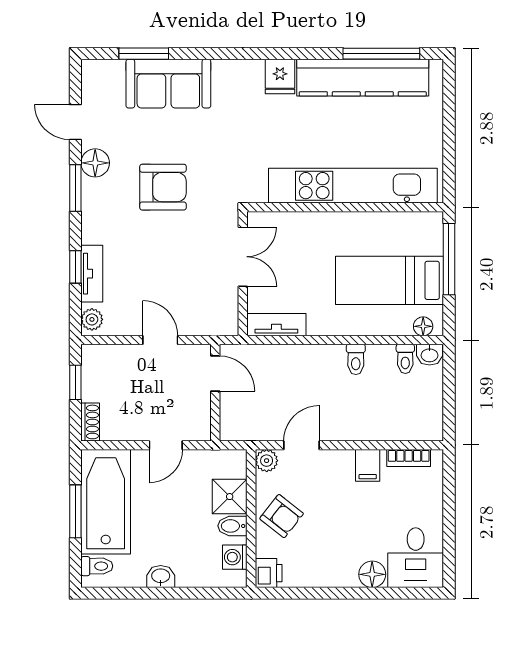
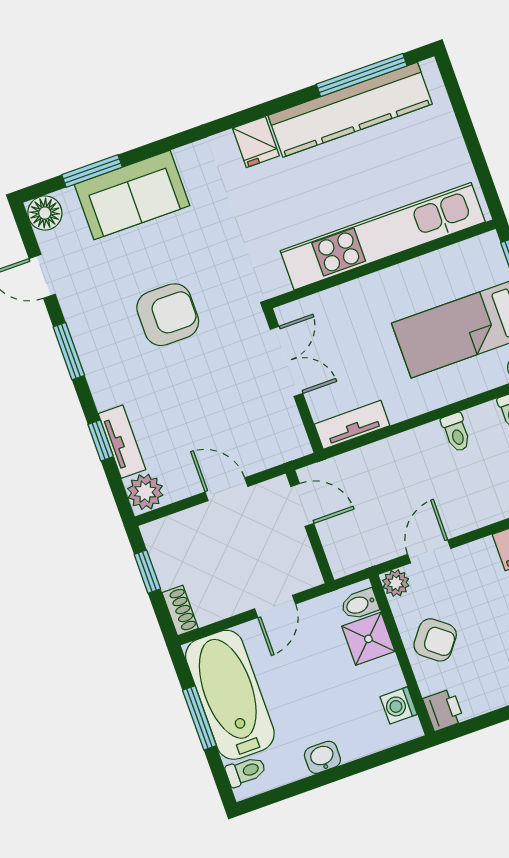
floor lamp: (95, 163) -> (45, 213), moved
plant: (92, 319) -> (145, 492), width x1.38, depth x1.38
bidet: (232, 526) -> (360, 604), moved

